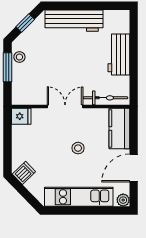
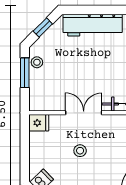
stool: (78, 148) -> (80, 151), moved

